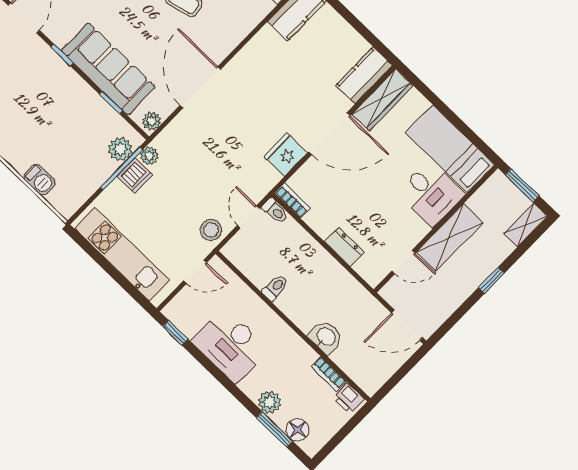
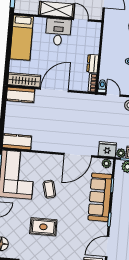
door: (329, 134) -> (54, 90), hinge flipped
fridge: (286, 155) -> (107, 149), moved, turned 180
desk: (431, 193) -> (58, 32), moved
door: (248, 217) -> (113, 95), swing flipped
dresser: (344, 247) -> (93, 64), moved

